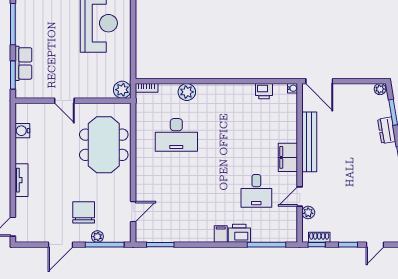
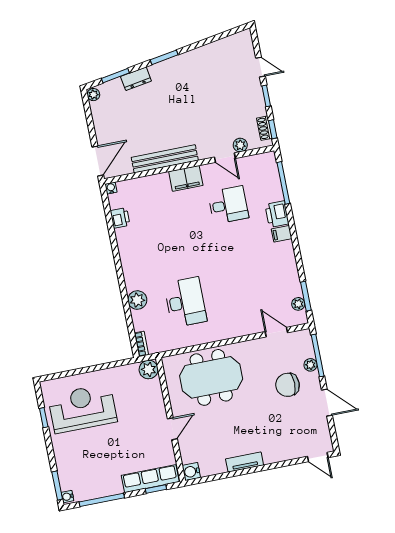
row of seats: (23, 63) -> (150, 479), width x1.48
window: (13, 75) -> (156, 489), width x0.67
water cooler: (22, 131) -> (191, 472), moved, turned 90
tv unit: (22, 180) -> (245, 462), moved
plant: (155, 236) -> (298, 304), added

